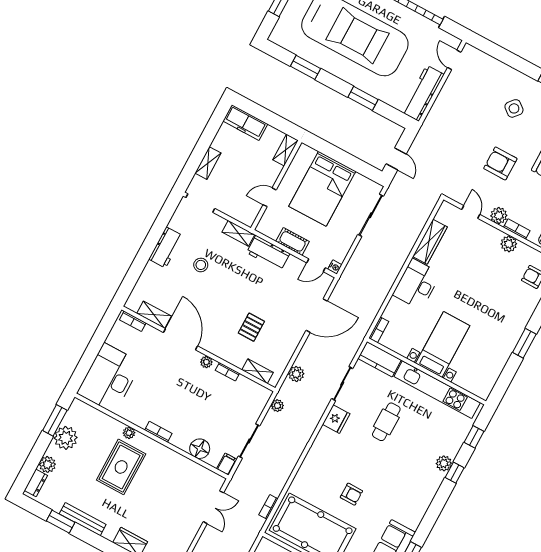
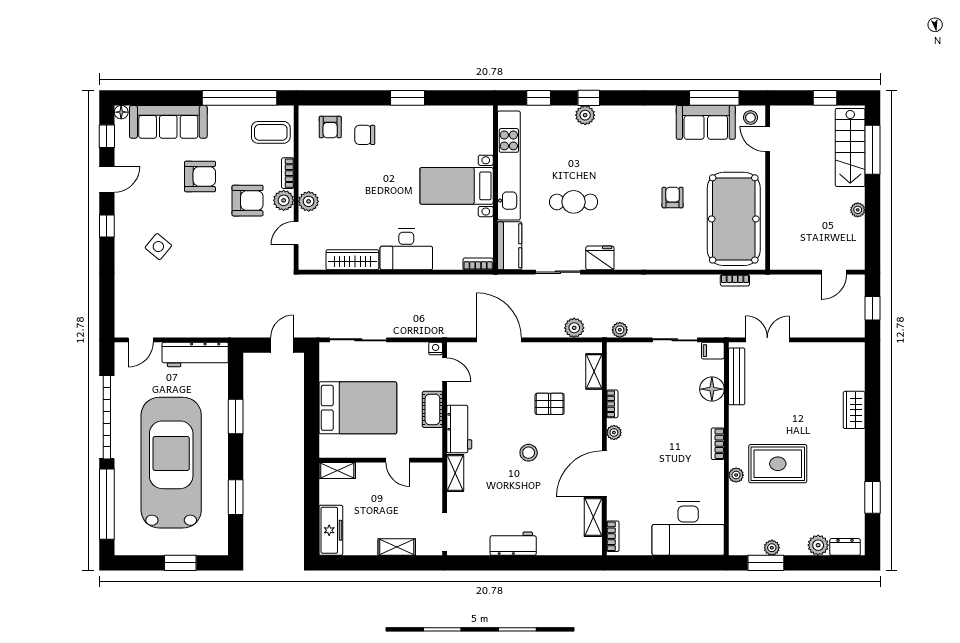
armchair: (500, 163) -> (248, 201), moved, turned -90
plant: (509, 244) -> (309, 201), moved
stool: (201, 265) -> (529, 453), moved
chair: (514, 299) -> (365, 135), added
plant: (66, 438) -> (772, 548), width x0.53, depth x0.53
bench: (83, 519) -> (737, 376), moved

